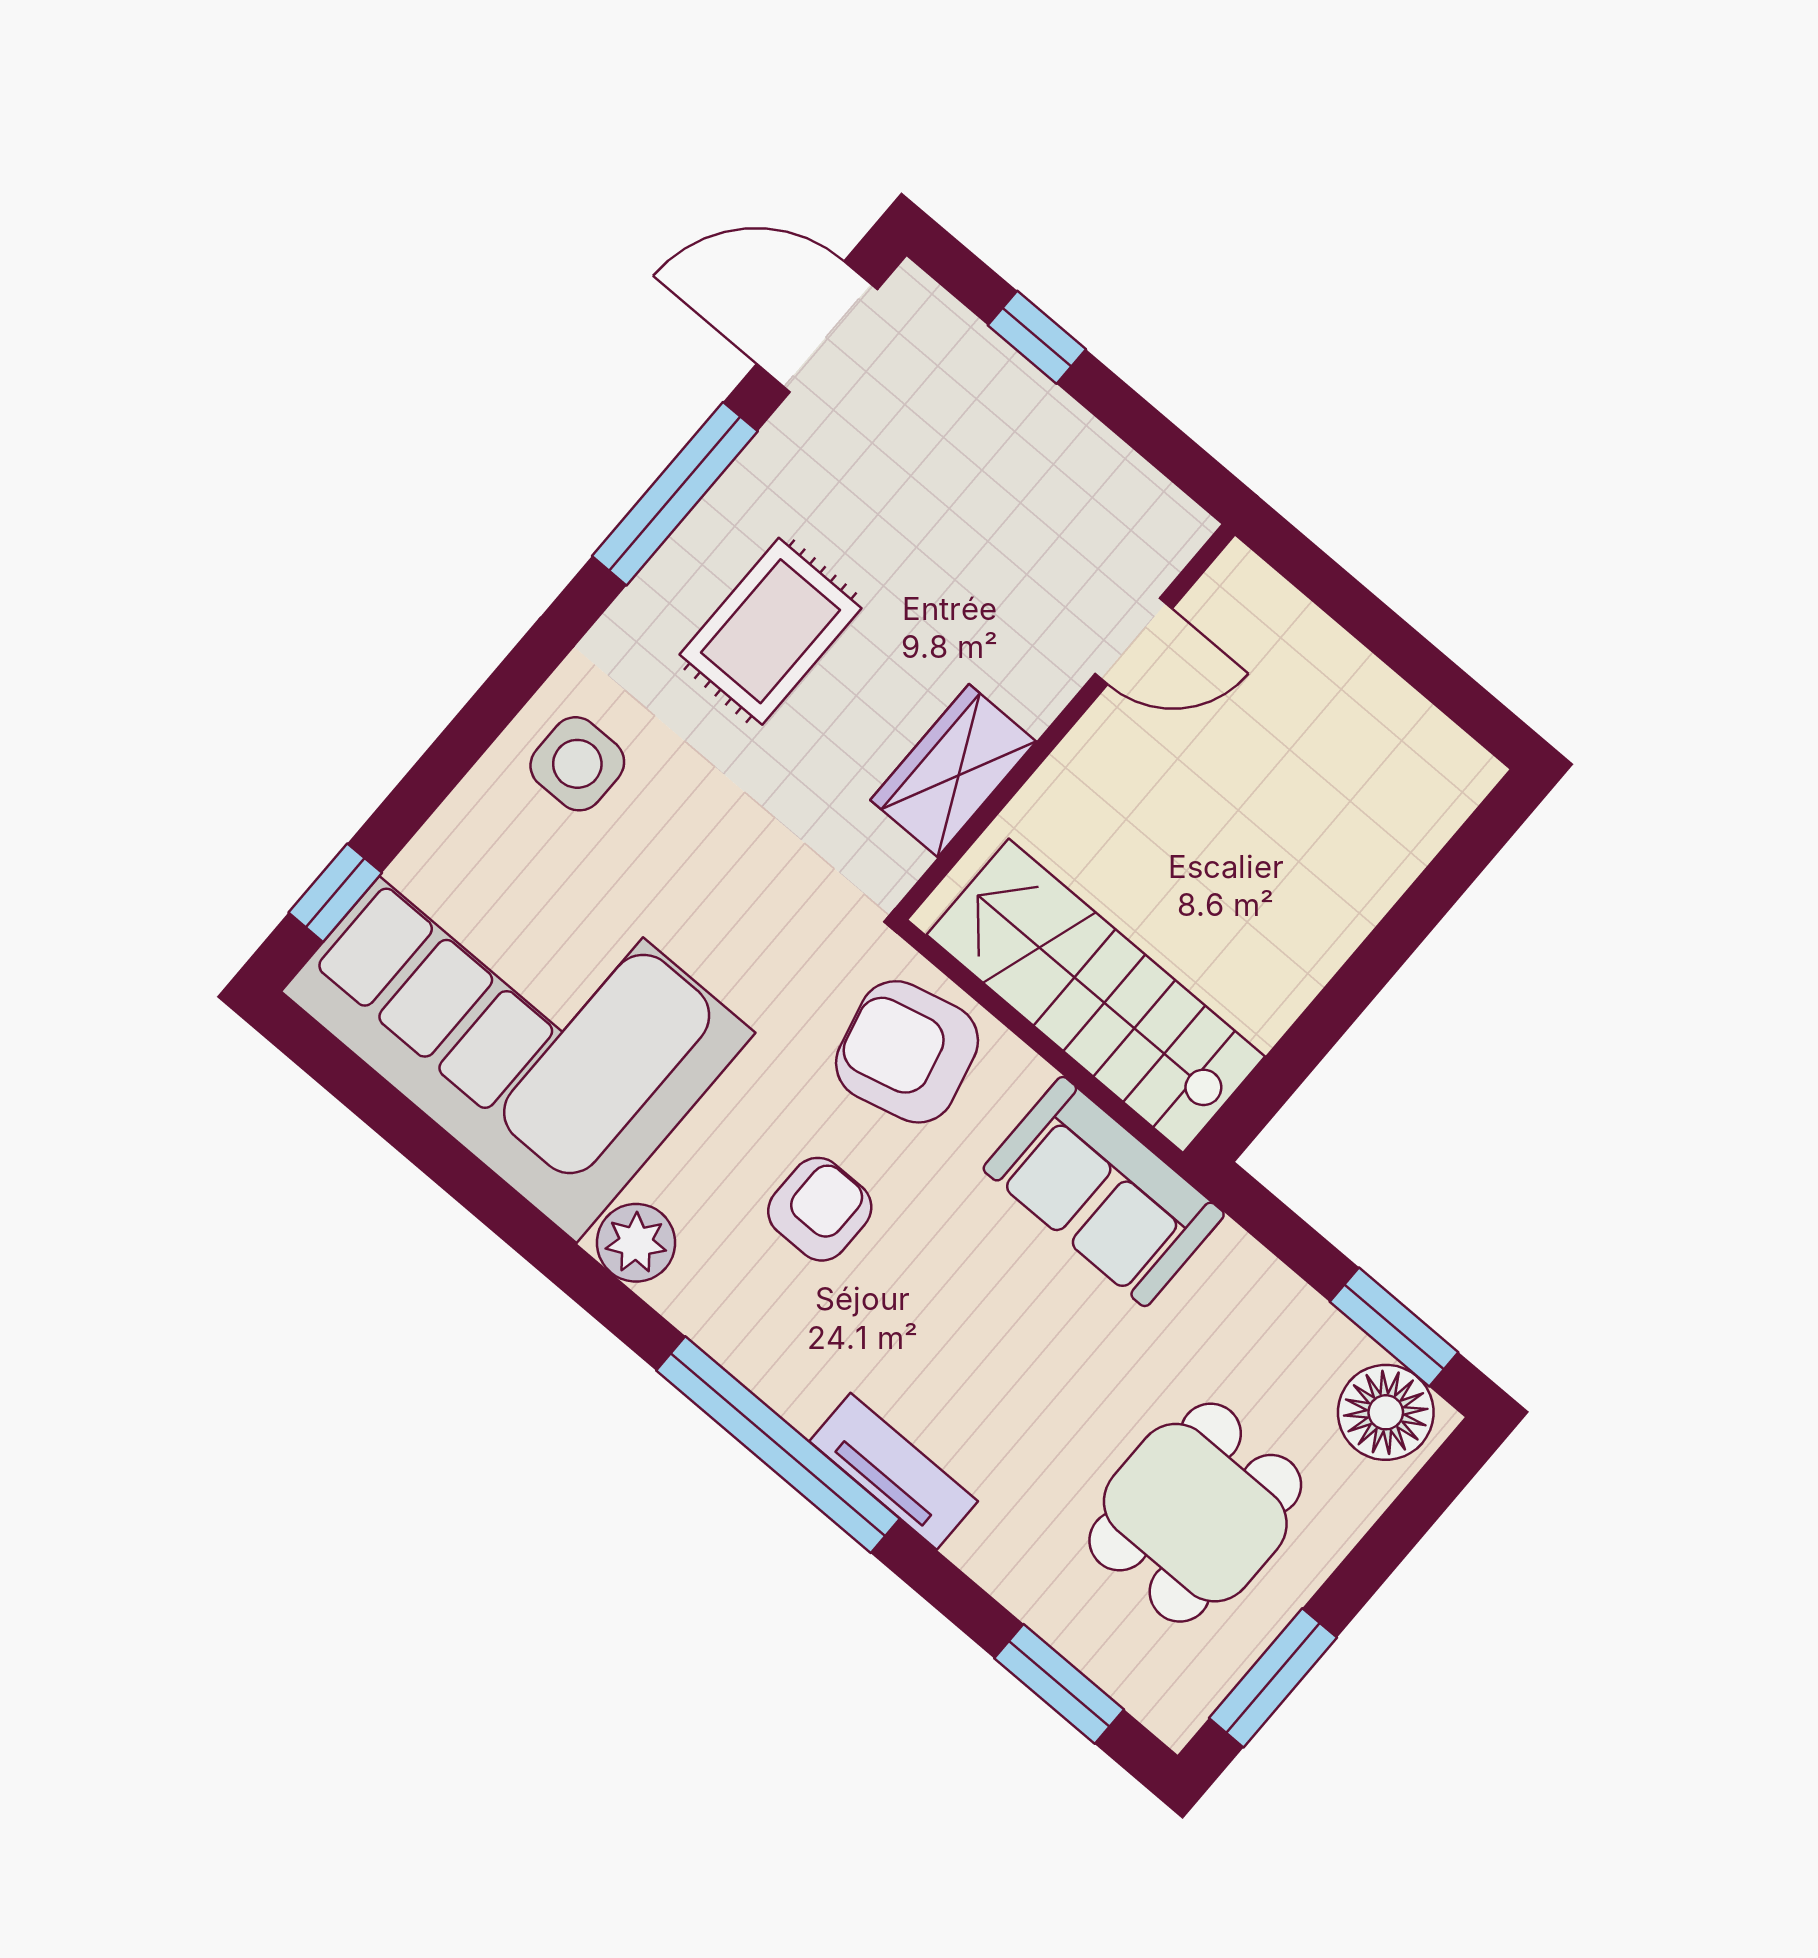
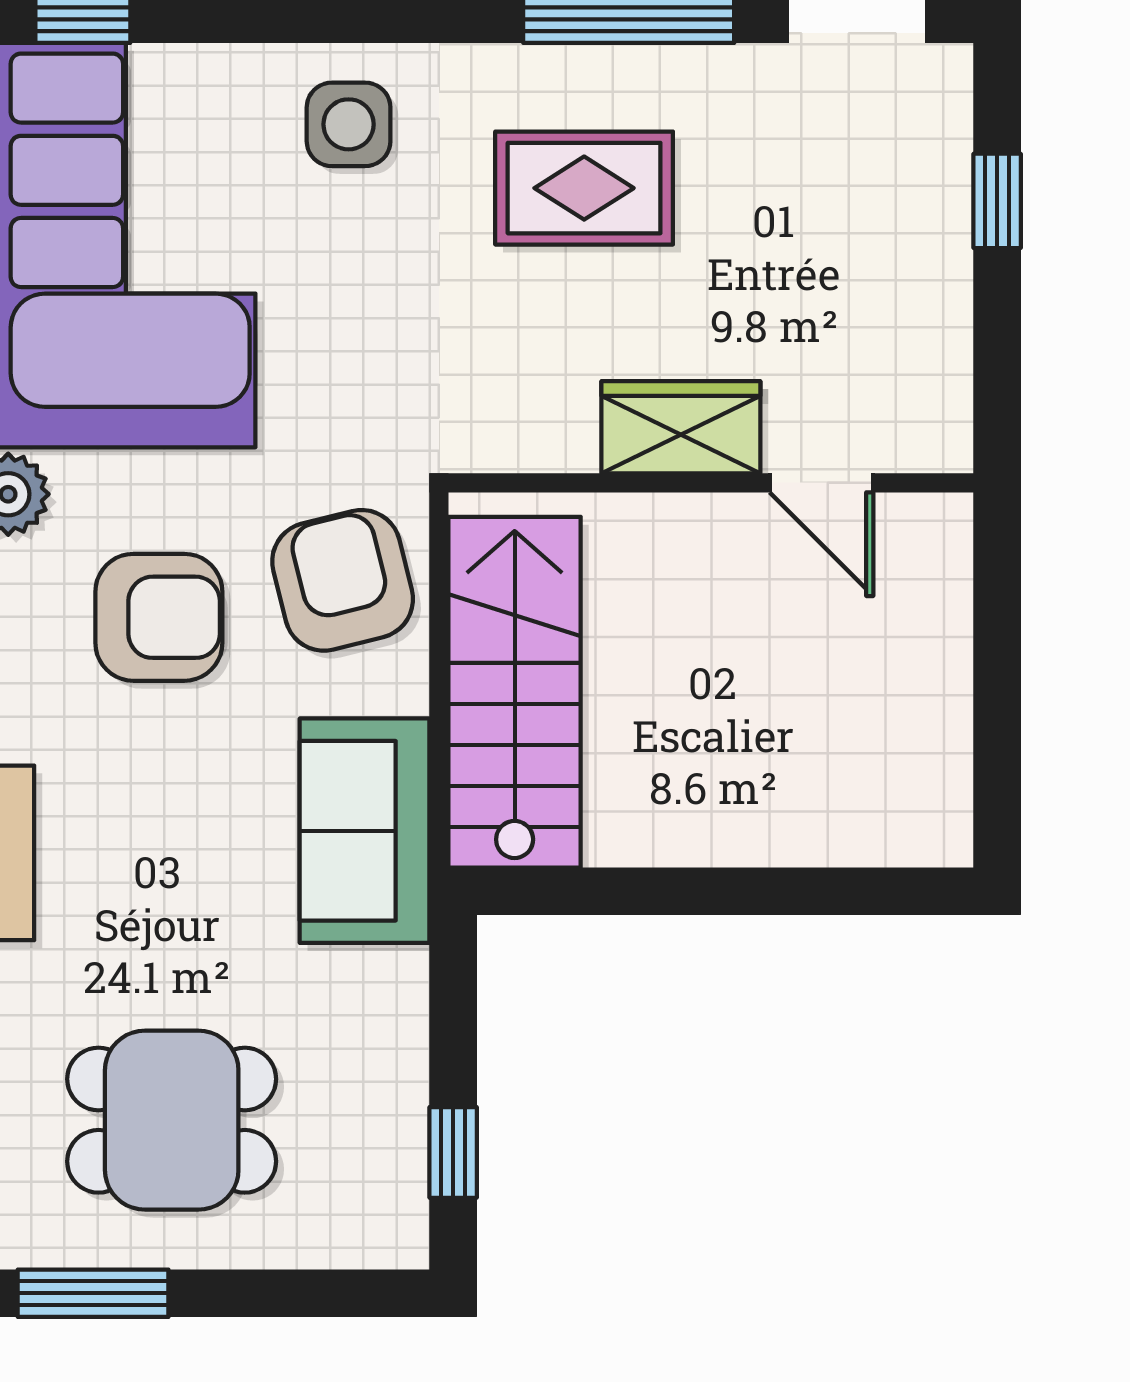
wardrobe: (953, 771) -> (681, 427), moved
armchair: (820, 1209) -> (159, 617), width x1.38, depth x1.38
window: (1394, 1327) -> (453, 1152), width x0.67
floor lamp: (1386, 1412) -> (380, 1204), removed

